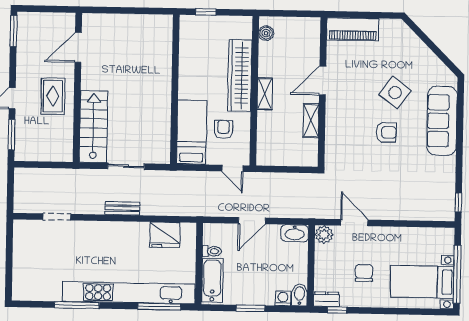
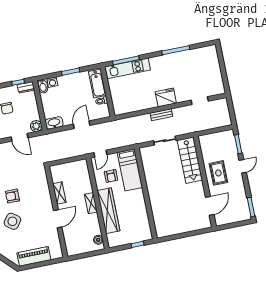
piano: (353, 29) -> (34, 256), moved
door: (232, 168) -> (100, 154), swing flipped
fridge: (165, 235) -> (166, 98), moved
kitchen unit: (129, 293) -> (128, 68), width x0.54

